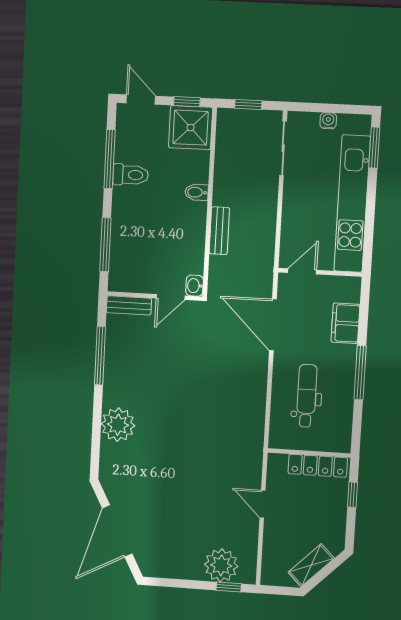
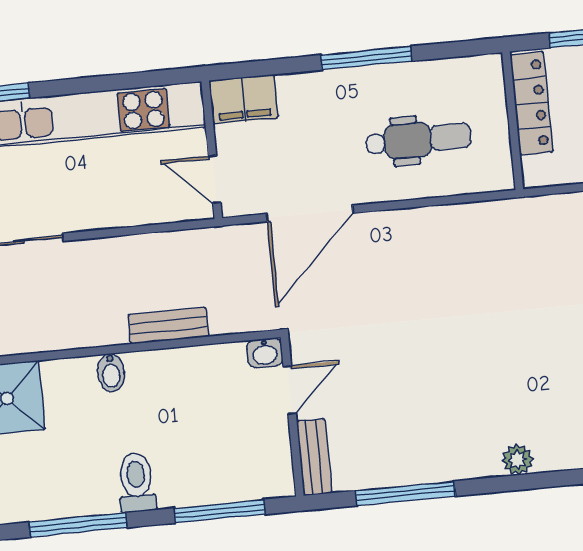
toilet: (131, 175) -> (136, 482), moved
door: (171, 297) -> (290, 390), hinge flipped
filing cabinet: (345, 323) -> (244, 99), moved
dental chair: (307, 396) -> (418, 140), turned 180
plant: (118, 425) -> (518, 460), width x0.53, depth x0.53

